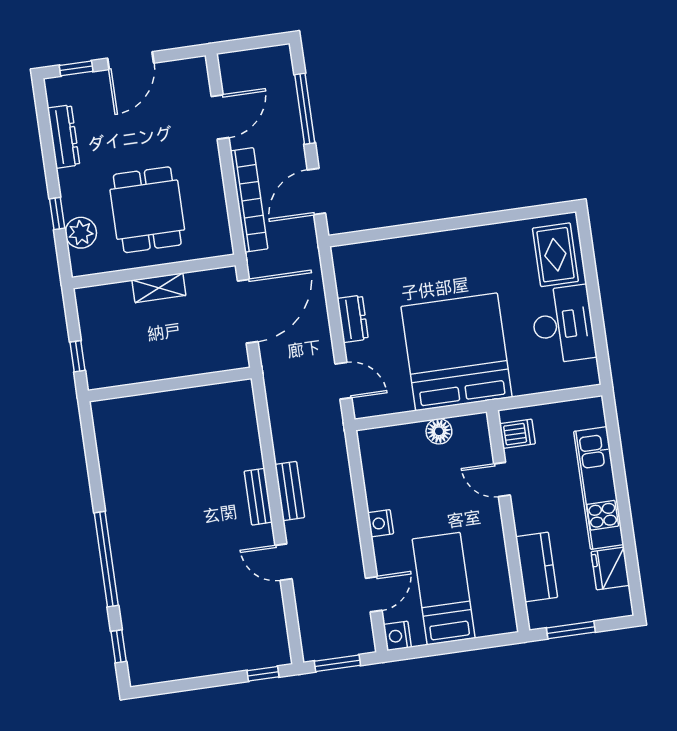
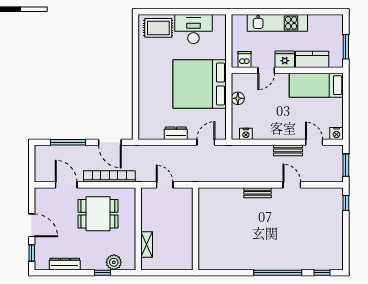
dining table: (147, 210) -> (98, 214), moved
shelving: (159, 288) -> (147, 245), moved
door: (248, 311) -> (165, 185), width x0.53
window: (77, 356) -> (175, 273), removed
bench: (290, 491) -> (288, 150), moved
nightstand: (380, 523) -> (246, 134), moved
door: (283, 562) -> (292, 185), swing flipped
fridge: (610, 568) -> (285, 59), moved, turned 180
bed: (444, 589) -> (316, 85), moved

